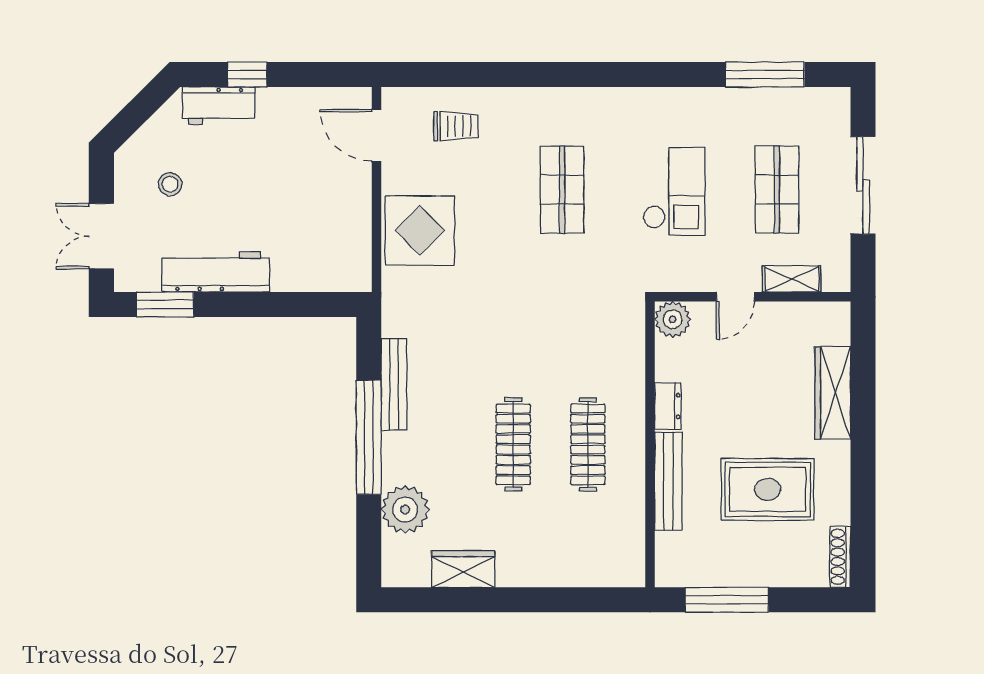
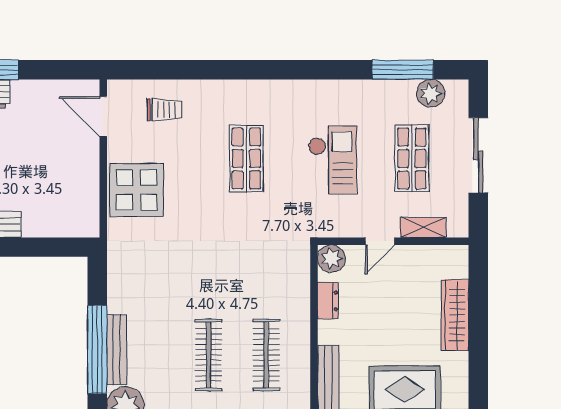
plant: (801, 105) -> (431, 93), added
bench: (394, 384) -> (117, 350), moved
dresser: (668, 406) -> (328, 301), moved

